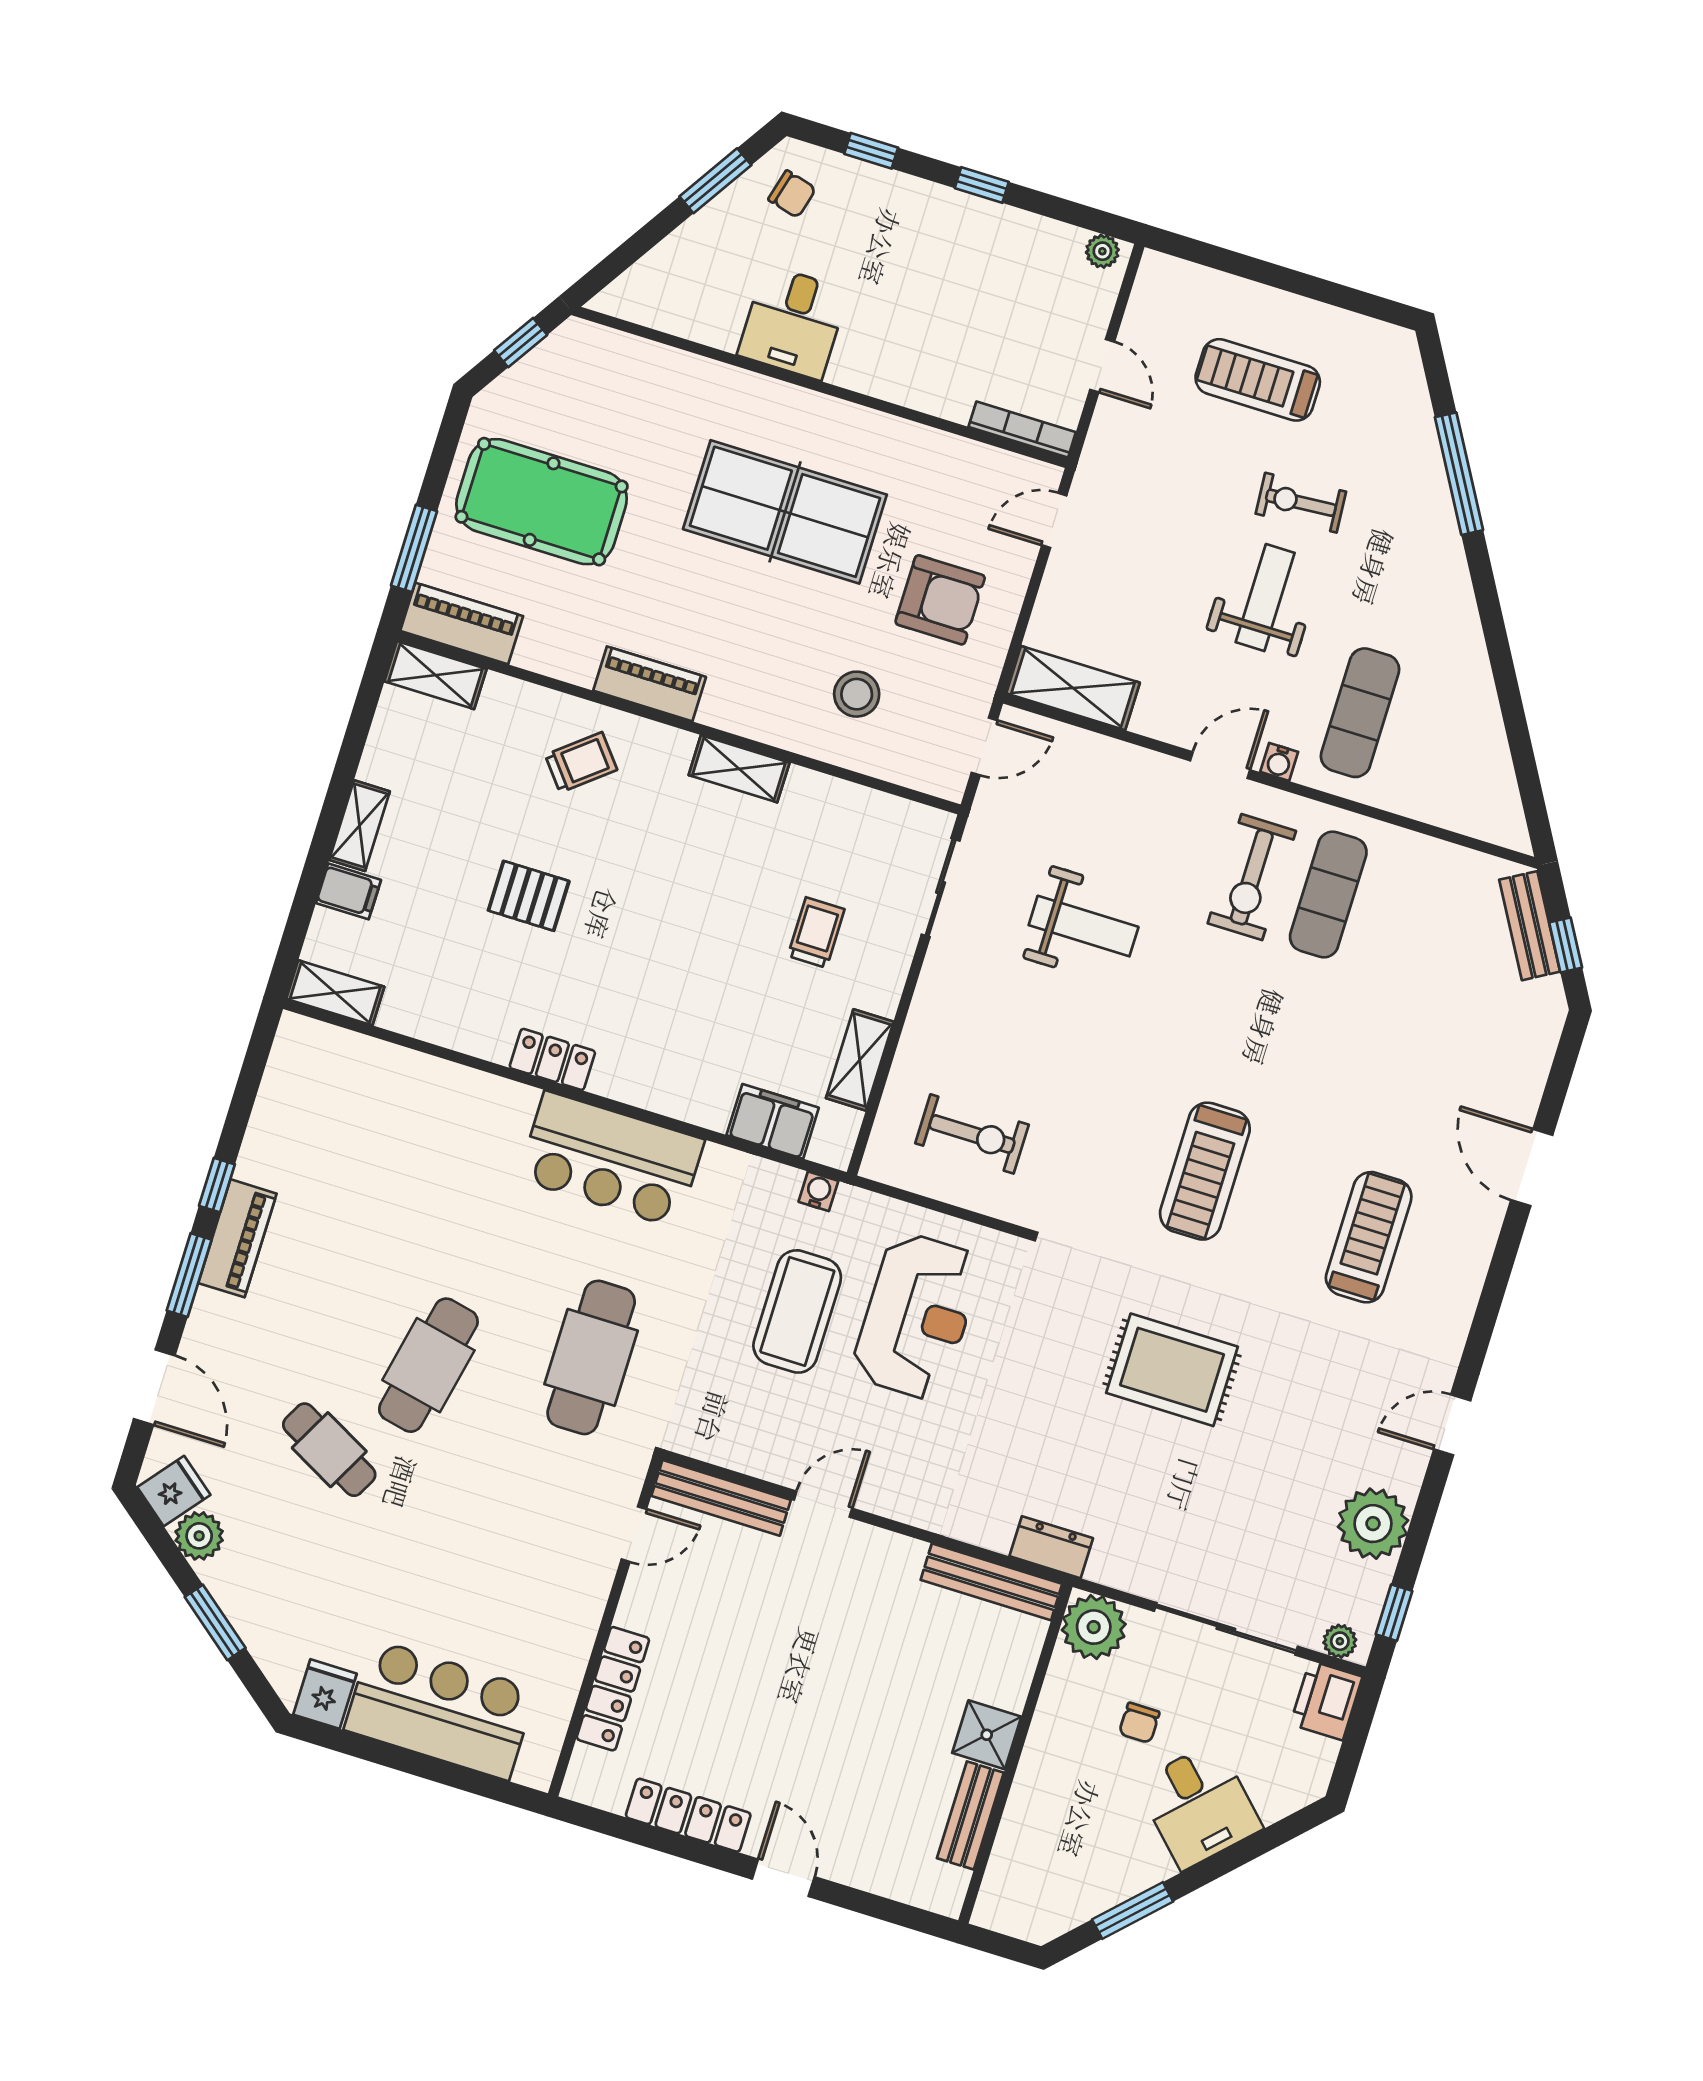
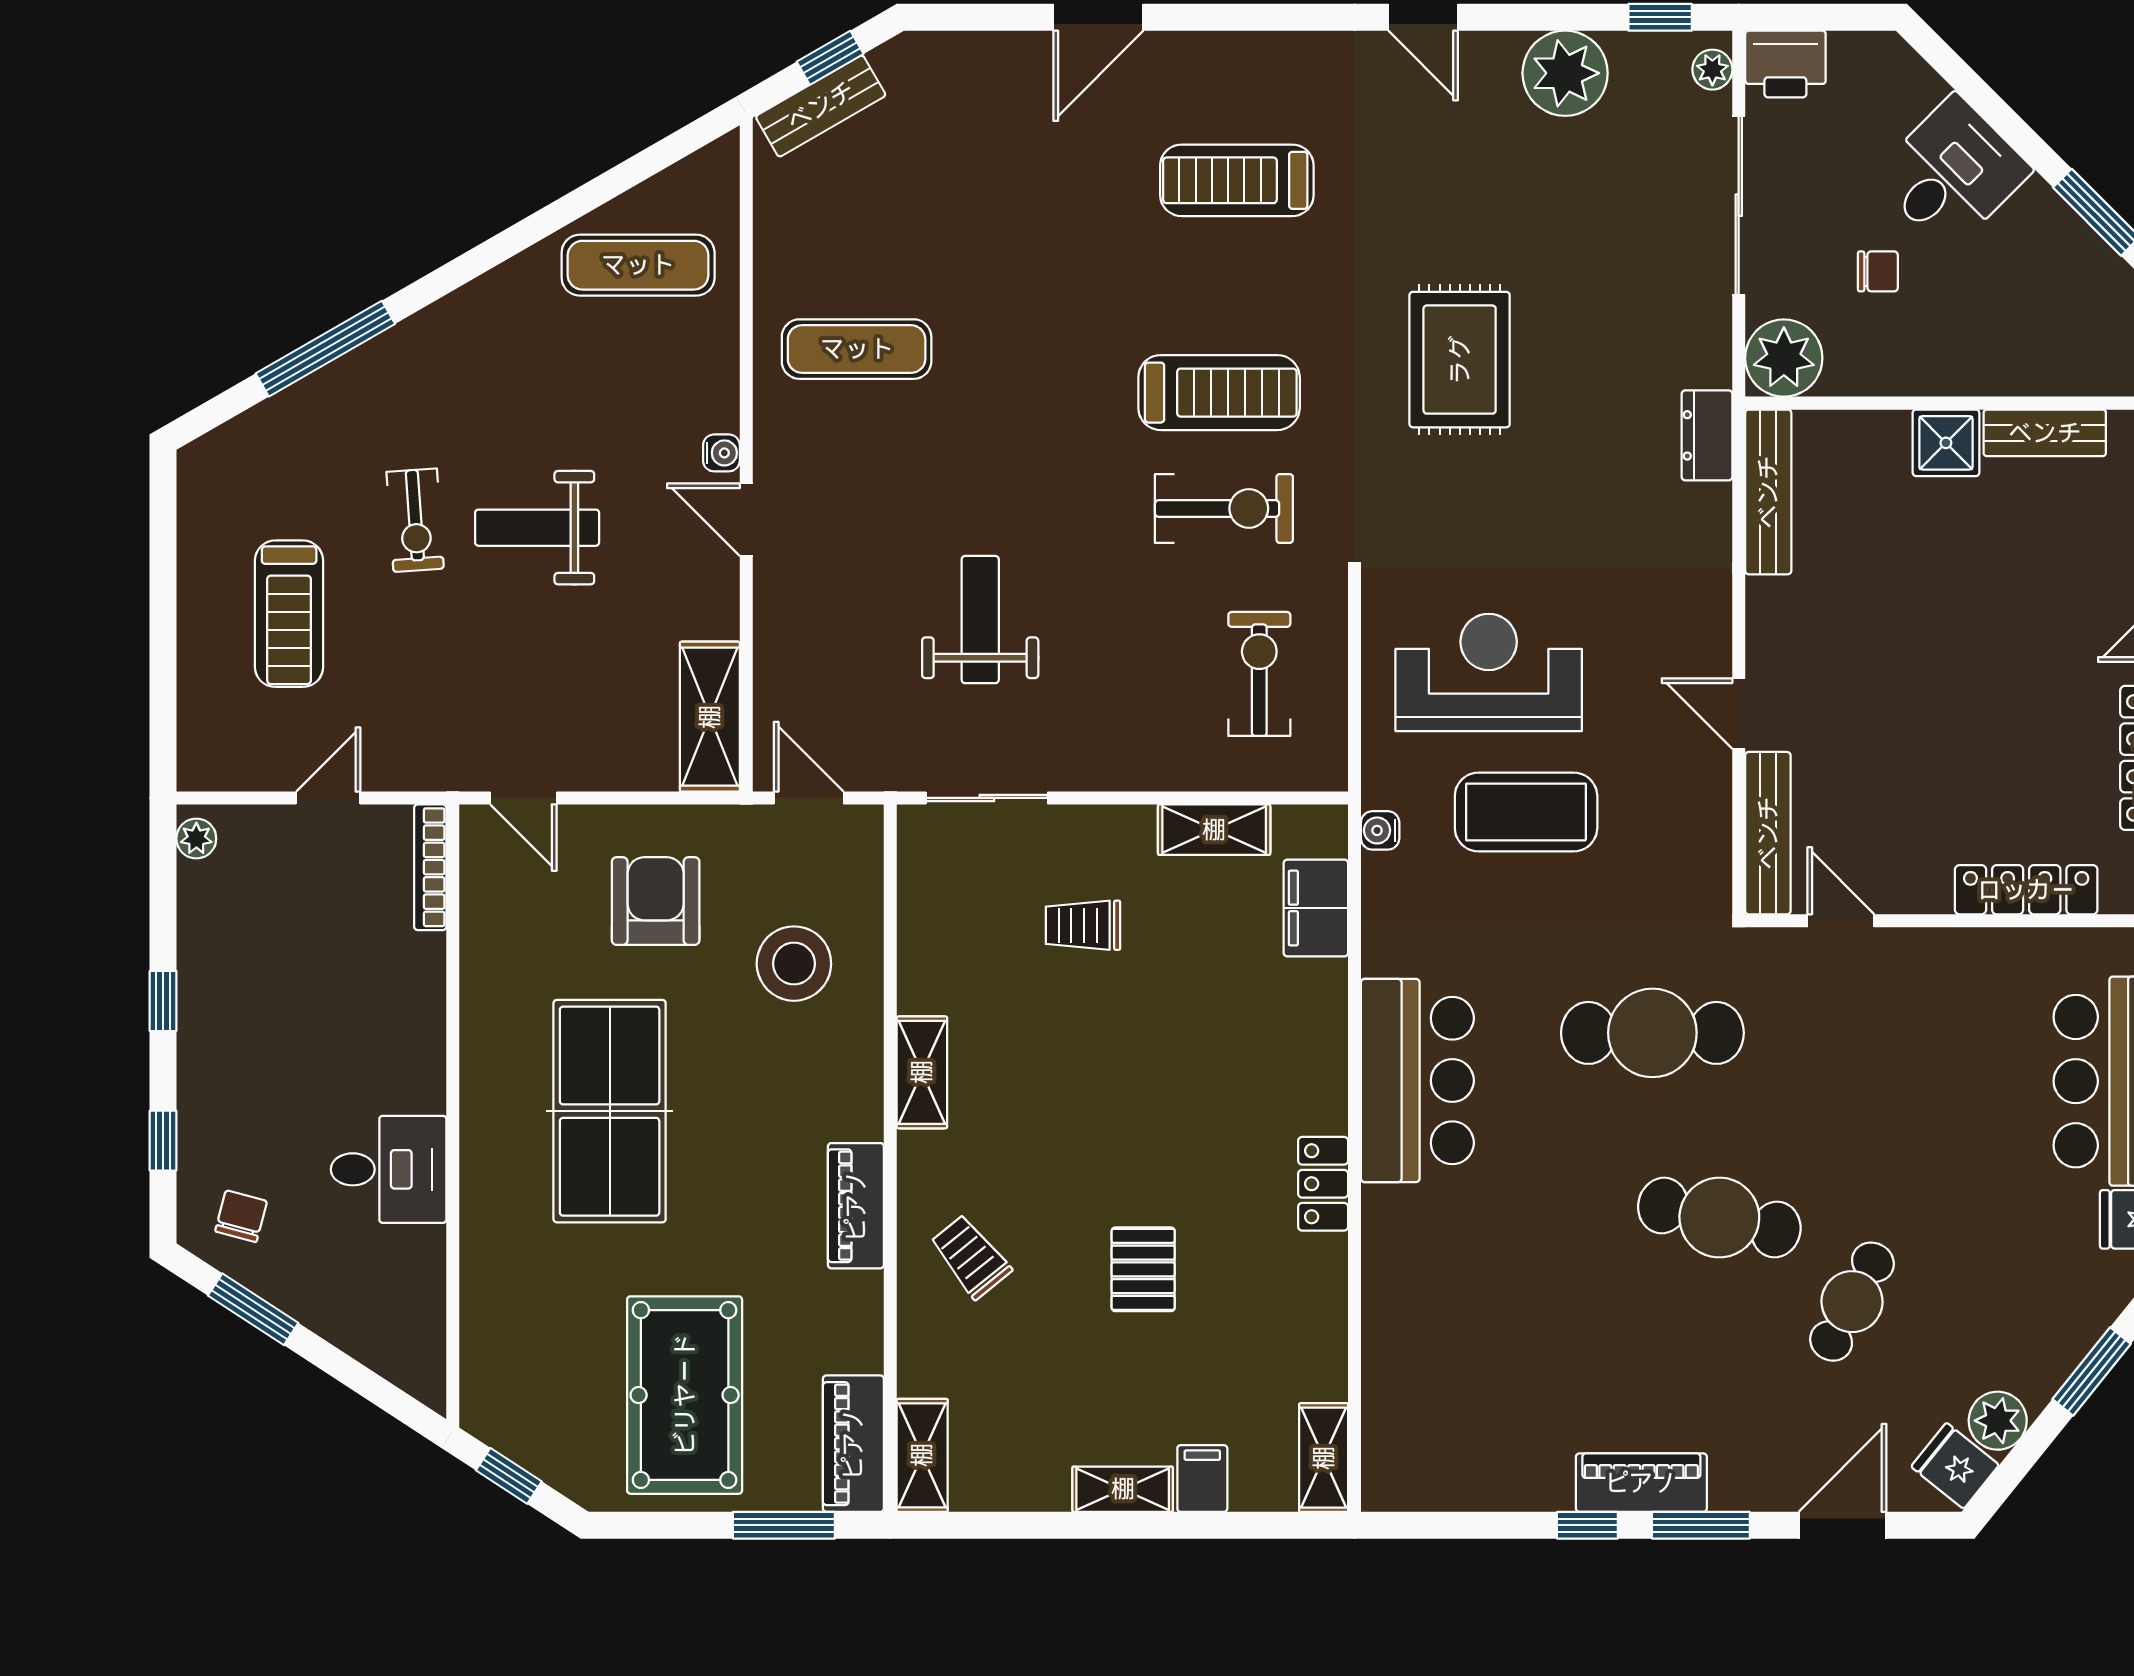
stool: (857, 694) -> (794, 964), width x1.38, depth x1.38
exercise mat: (1360, 713) -> (638, 265), moved
exercise bike: (1252, 877) -> (1224, 508), moved

